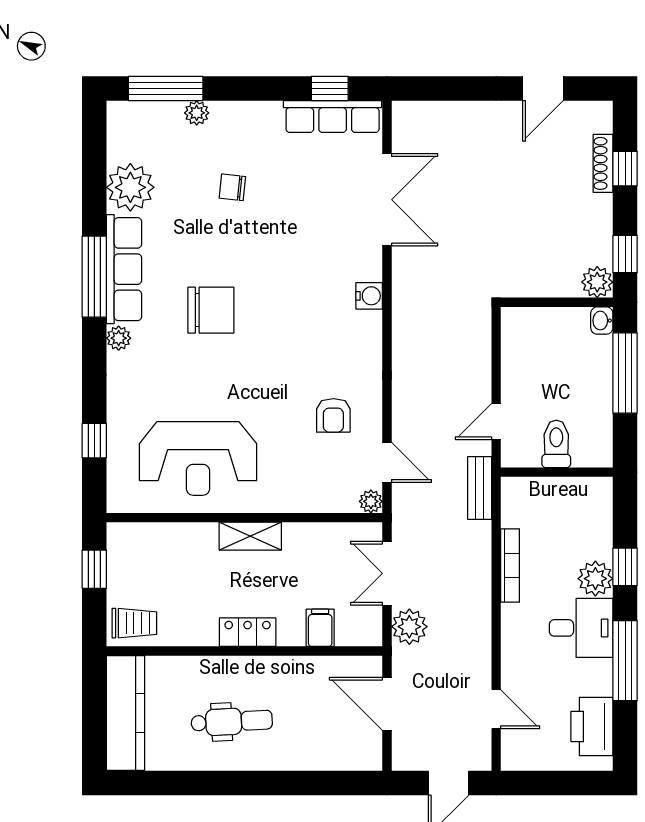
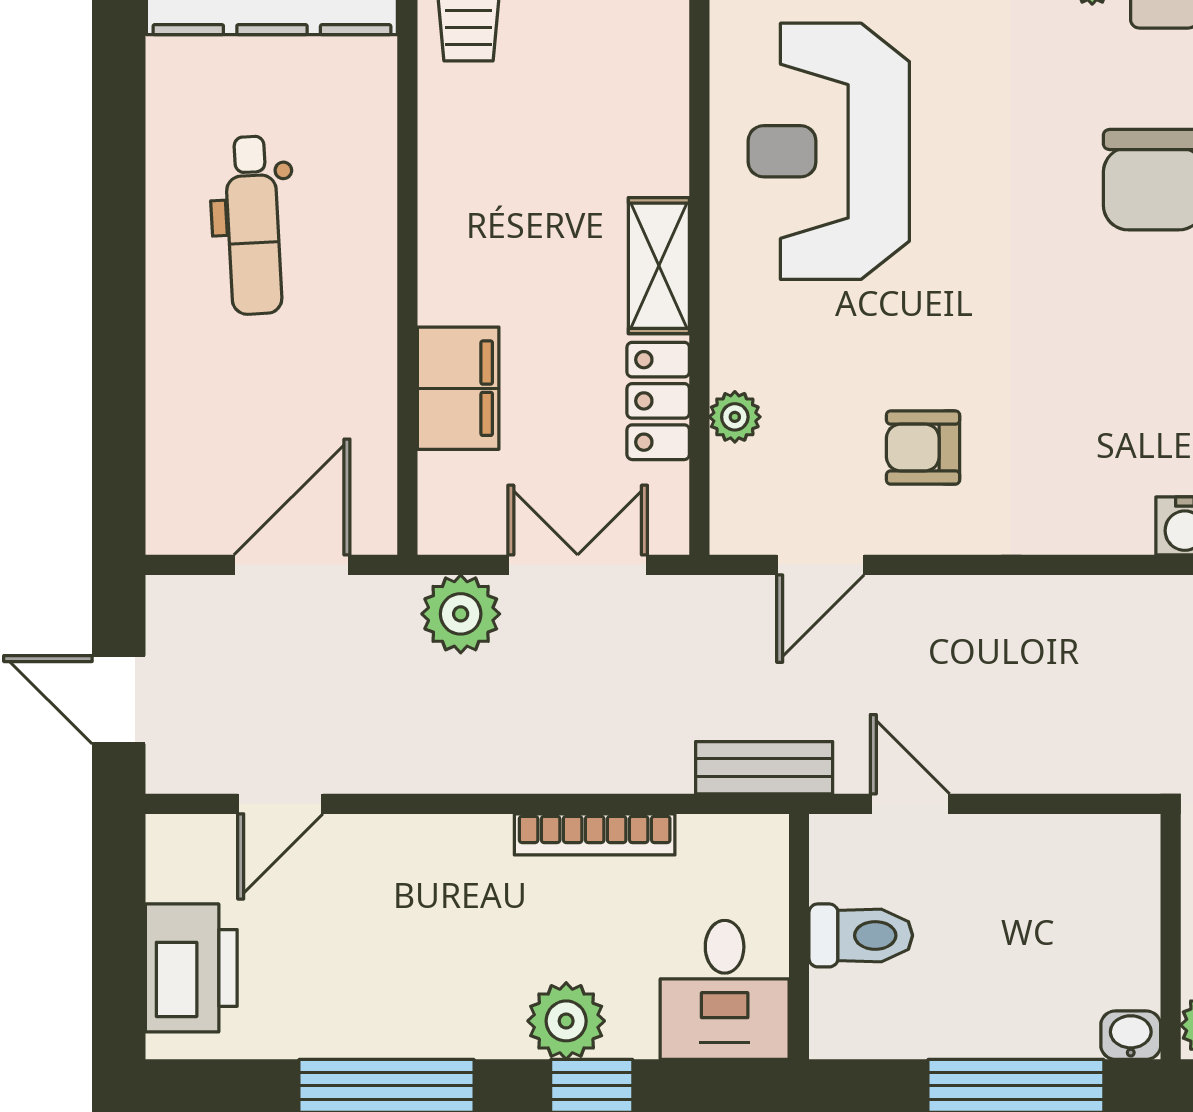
plant: (371, 501) -> (735, 417), moved
filing cabinet: (320, 628) -> (458, 388), width x2.00
desk: (581, 628) -> (725, 990), moved
locker: (248, 632) -> (658, 401), moved, turned 180
printer: (592, 727) -> (191, 968), moved, turned 90

